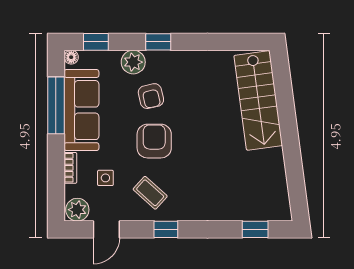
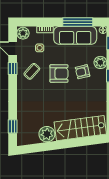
plant: (270, 164) -> (47, 134), added
window: (166, 229) -> (13, 69), moved

